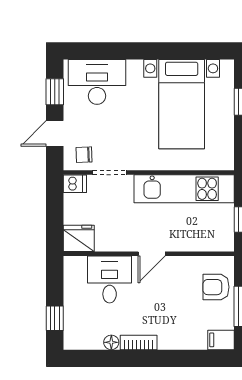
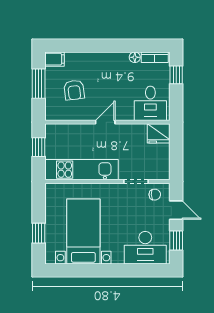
door: (55, 133) -> (176, 210), hinge flipped
dishwasher: (75, 184) -> (161, 173), removed
desk: (110, 279) -> (150, 103), moved
armchair: (216, 287) -> (74, 90), moved, turned 83
bookcase: (139, 342) -> (155, 57), moved

